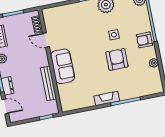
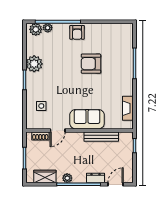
side table: (114, 35) -> (41, 106), moved
plant: (154, 63) -> (48, 28), moved
fireplace: (107, 98) -> (128, 108), moved

